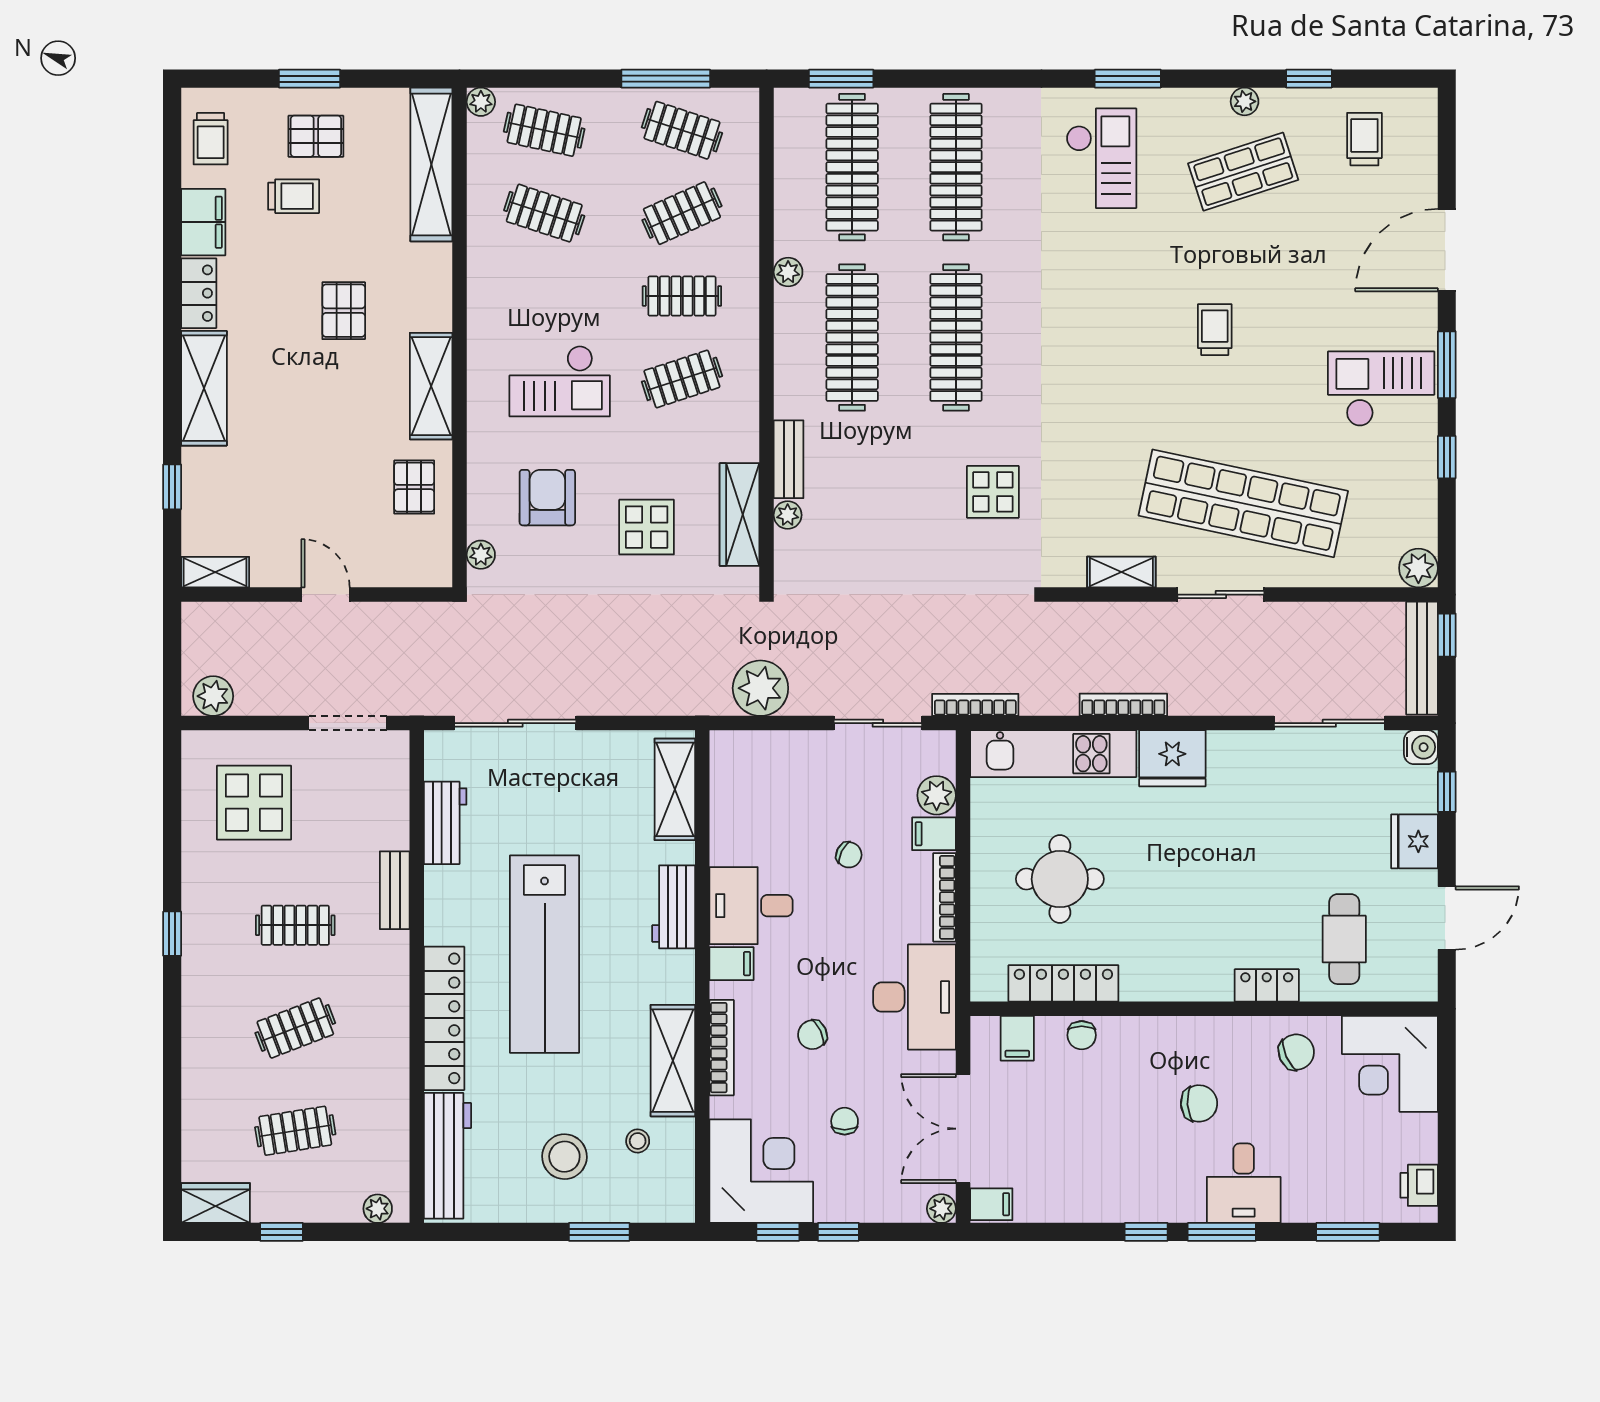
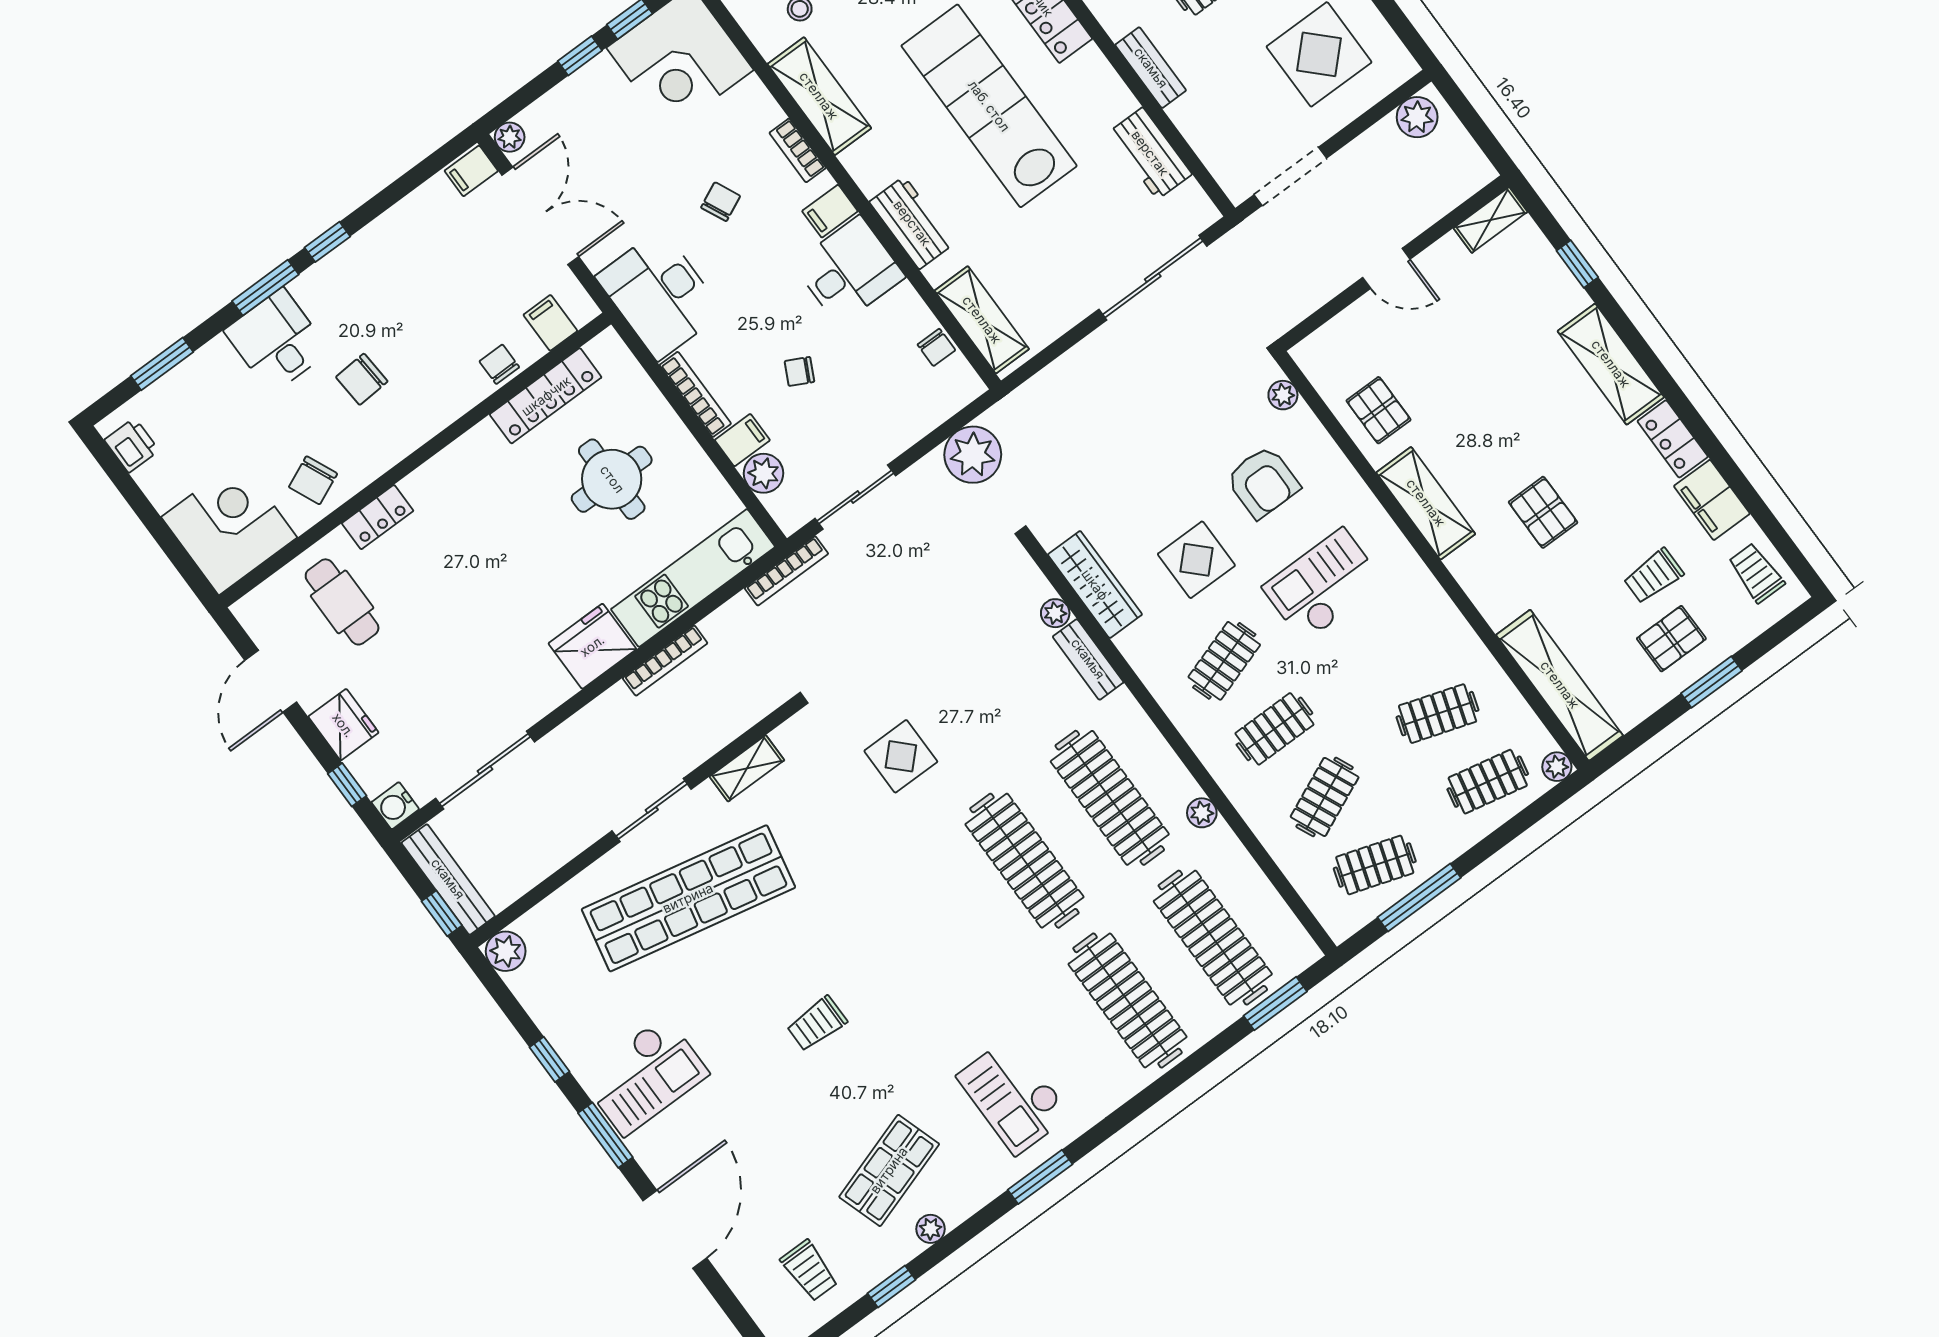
trolley: (1215, 330) -> (817, 1024), turned 90
display table: (647, 527) -> (1196, 560), moved
bookcase: (722, 1048) -> (798, 150), width x0.64
chair: (845, 1121) -> (936, 347), moved

